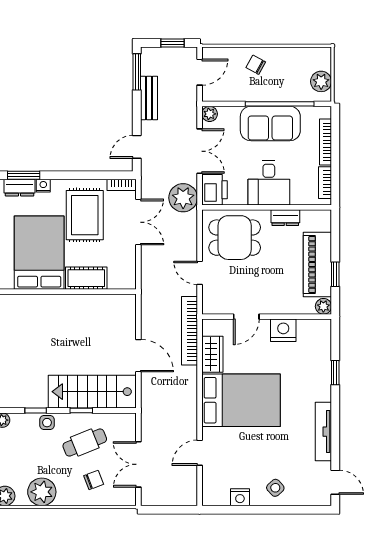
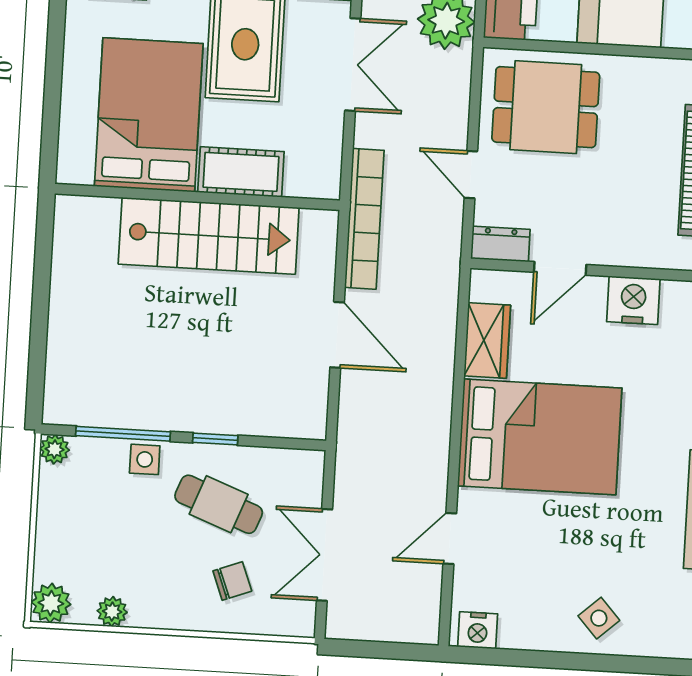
dresser: (285, 218) -> (500, 244), moved, turned 180
bookcase: (190, 331) -> (364, 219), moved, turned 180
stairs: (92, 392) -> (209, 236), moved, turned 180
window: (36, 410) -> (123, 434), width x2.17
cafe table: (85, 443) -> (219, 504), turned 43
plant: (42, 492) -> (112, 612), width x0.53, depth x0.53
nightstand: (240, 497) -> (478, 630), moved

